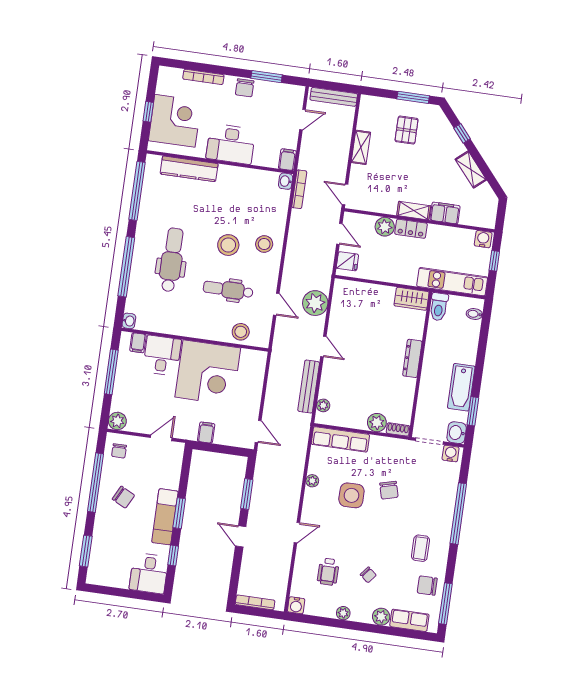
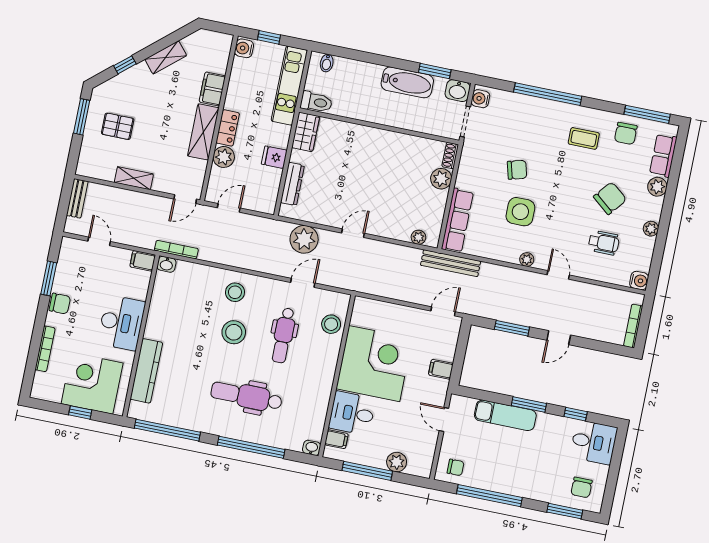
bench: (334, 97) -> (77, 198), width x0.73
shelving: (414, 211) -> (203, 132), width x1.50, depth x1.33
fridge: (347, 261) -> (274, 157), moved, turned -90
dresser: (412, 358) -> (292, 184), moved, turned -90
bench: (309, 387) -> (451, 263), moved
plant: (117, 421) -> (397, 462), moved
plant: (312, 481) -> (527, 259), moved
chair: (123, 497) -> (582, 487), moved, turned 153
exam couch: (165, 517) -> (505, 415), moved
chair: (368, 575) -> (610, 198), width x1.87, depth x1.87

